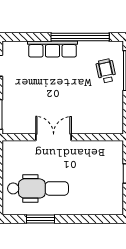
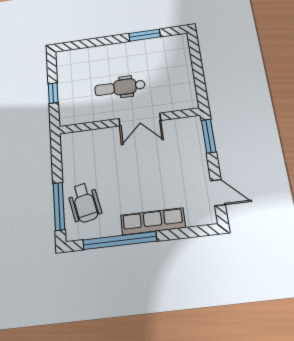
wheelchair: (106, 71) -> (85, 203), width x1.36, depth x1.37
dental chair: (38, 188) -> (120, 87), moved, width x0.73, depth x0.72

